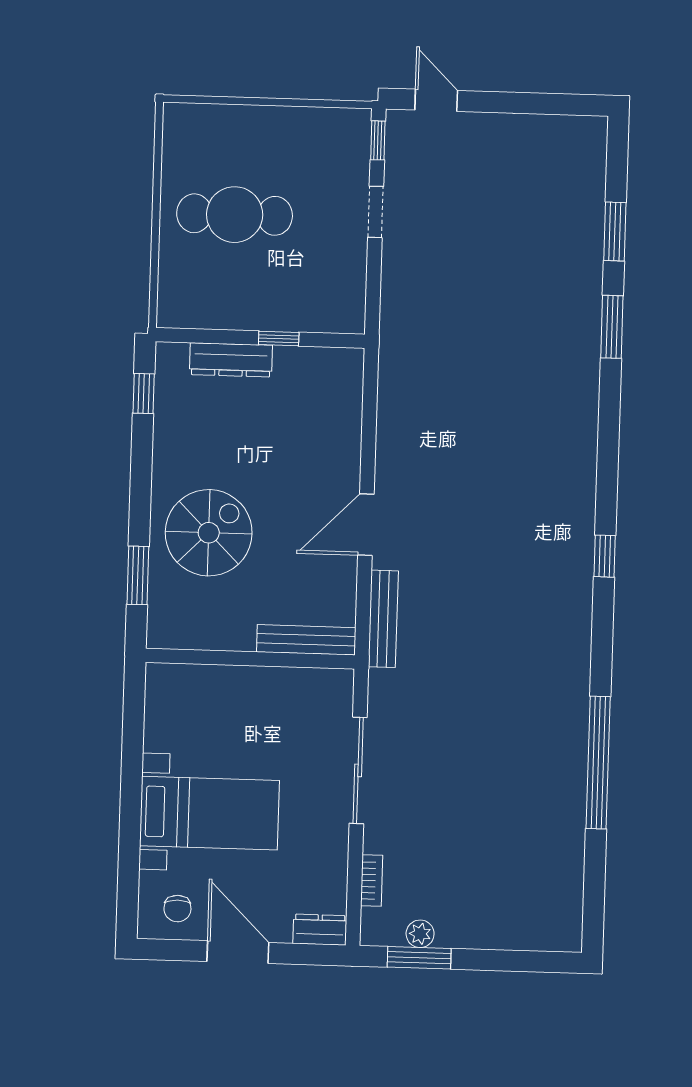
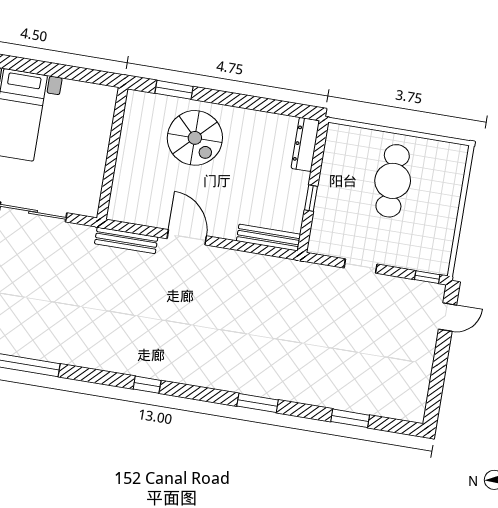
doorway: (376, 212) -> (361, 266), moved
window: (612, 327) -> (258, 403), moved
dresser: (231, 360) -> (305, 144), moved
window: (144, 393) -> (288, 109), removed
bench: (306, 640) -> (269, 238), moved, turned 90

